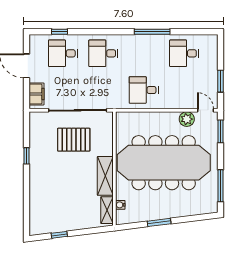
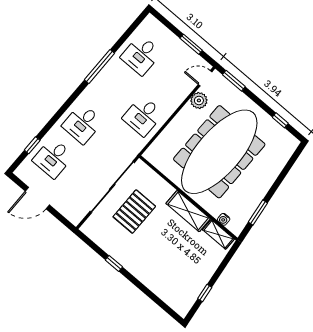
filing cabinet: (37, 94) -> (69, 210), removed
window: (220, 186) -> (280, 120), width x0.46
window: (159, 222) -> (258, 213), moved

